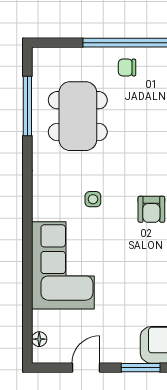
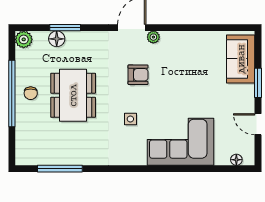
dining table: (78, 116) -> (73, 95), moved, turned 90

